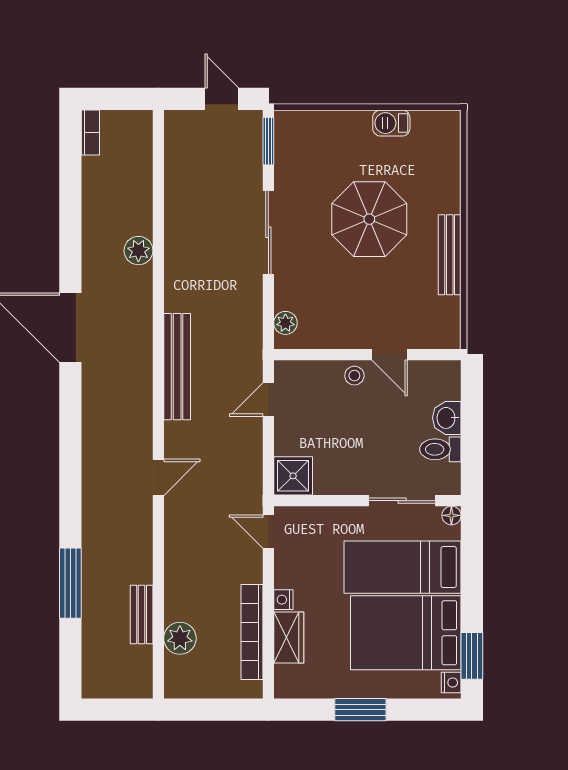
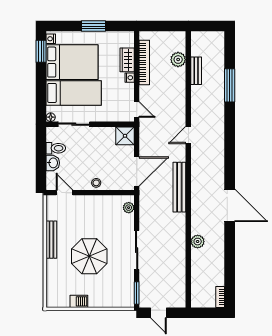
door: (390, 355) -> (65, 193), moved
door: (268, 400) -> (137, 172), width x1.88

